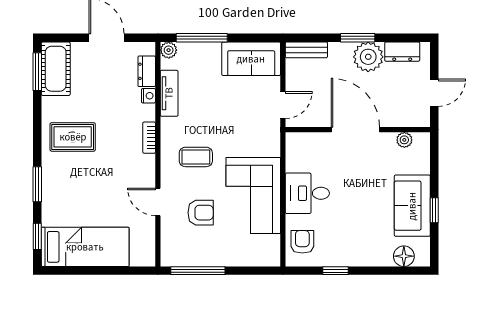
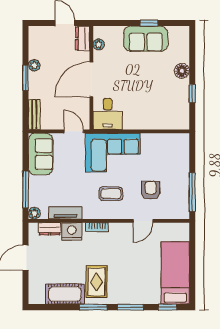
dresser: (402, 52) -> (83, 38), moved, turned 180
plant: (368, 57) -> (34, 65), width x0.53, depth x0.53
cot: (56, 69) -> (65, 294), moved
window: (37, 72) -> (93, 307), moved
nightstand: (148, 96) -> (72, 232), width x1.89, depth x1.79
coffee table: (196, 157) -> (111, 194), turned 90
desk: (307, 193) -> (108, 114), moved
corner sofa: (253, 196) -> (113, 153), moved
armchair: (302, 242) -> (172, 117), removed
floor lamp: (404, 256) -> (182, 71), moved

